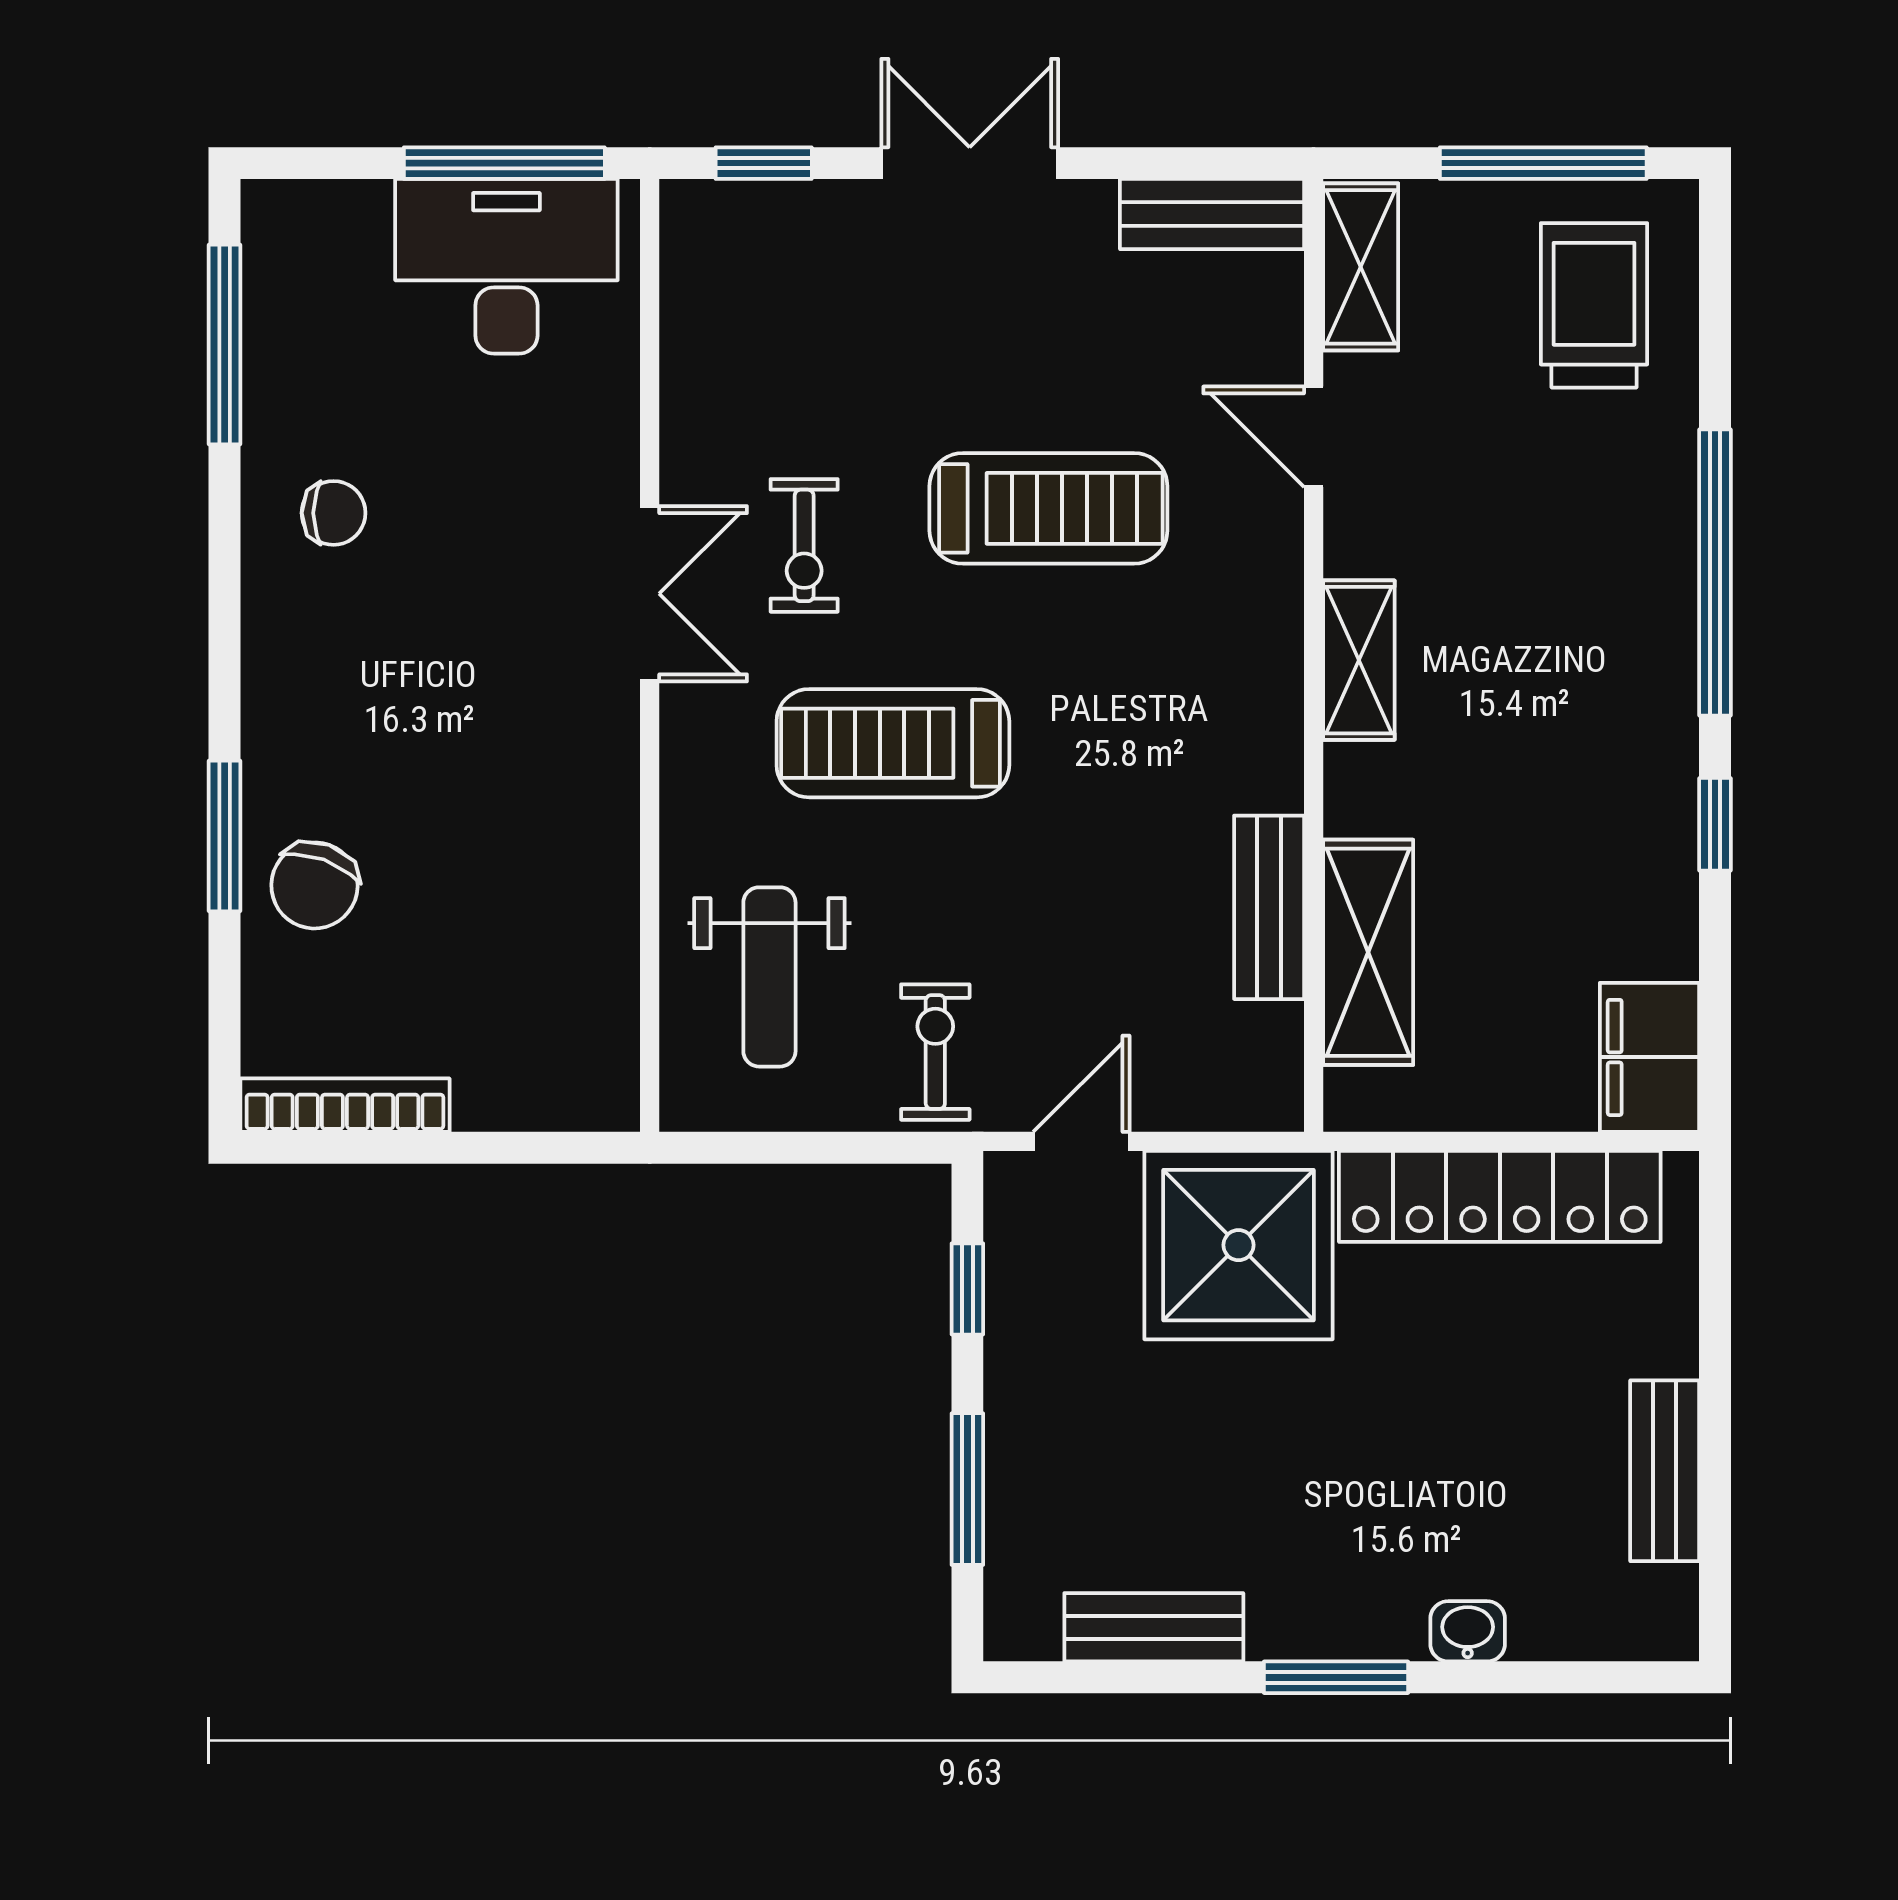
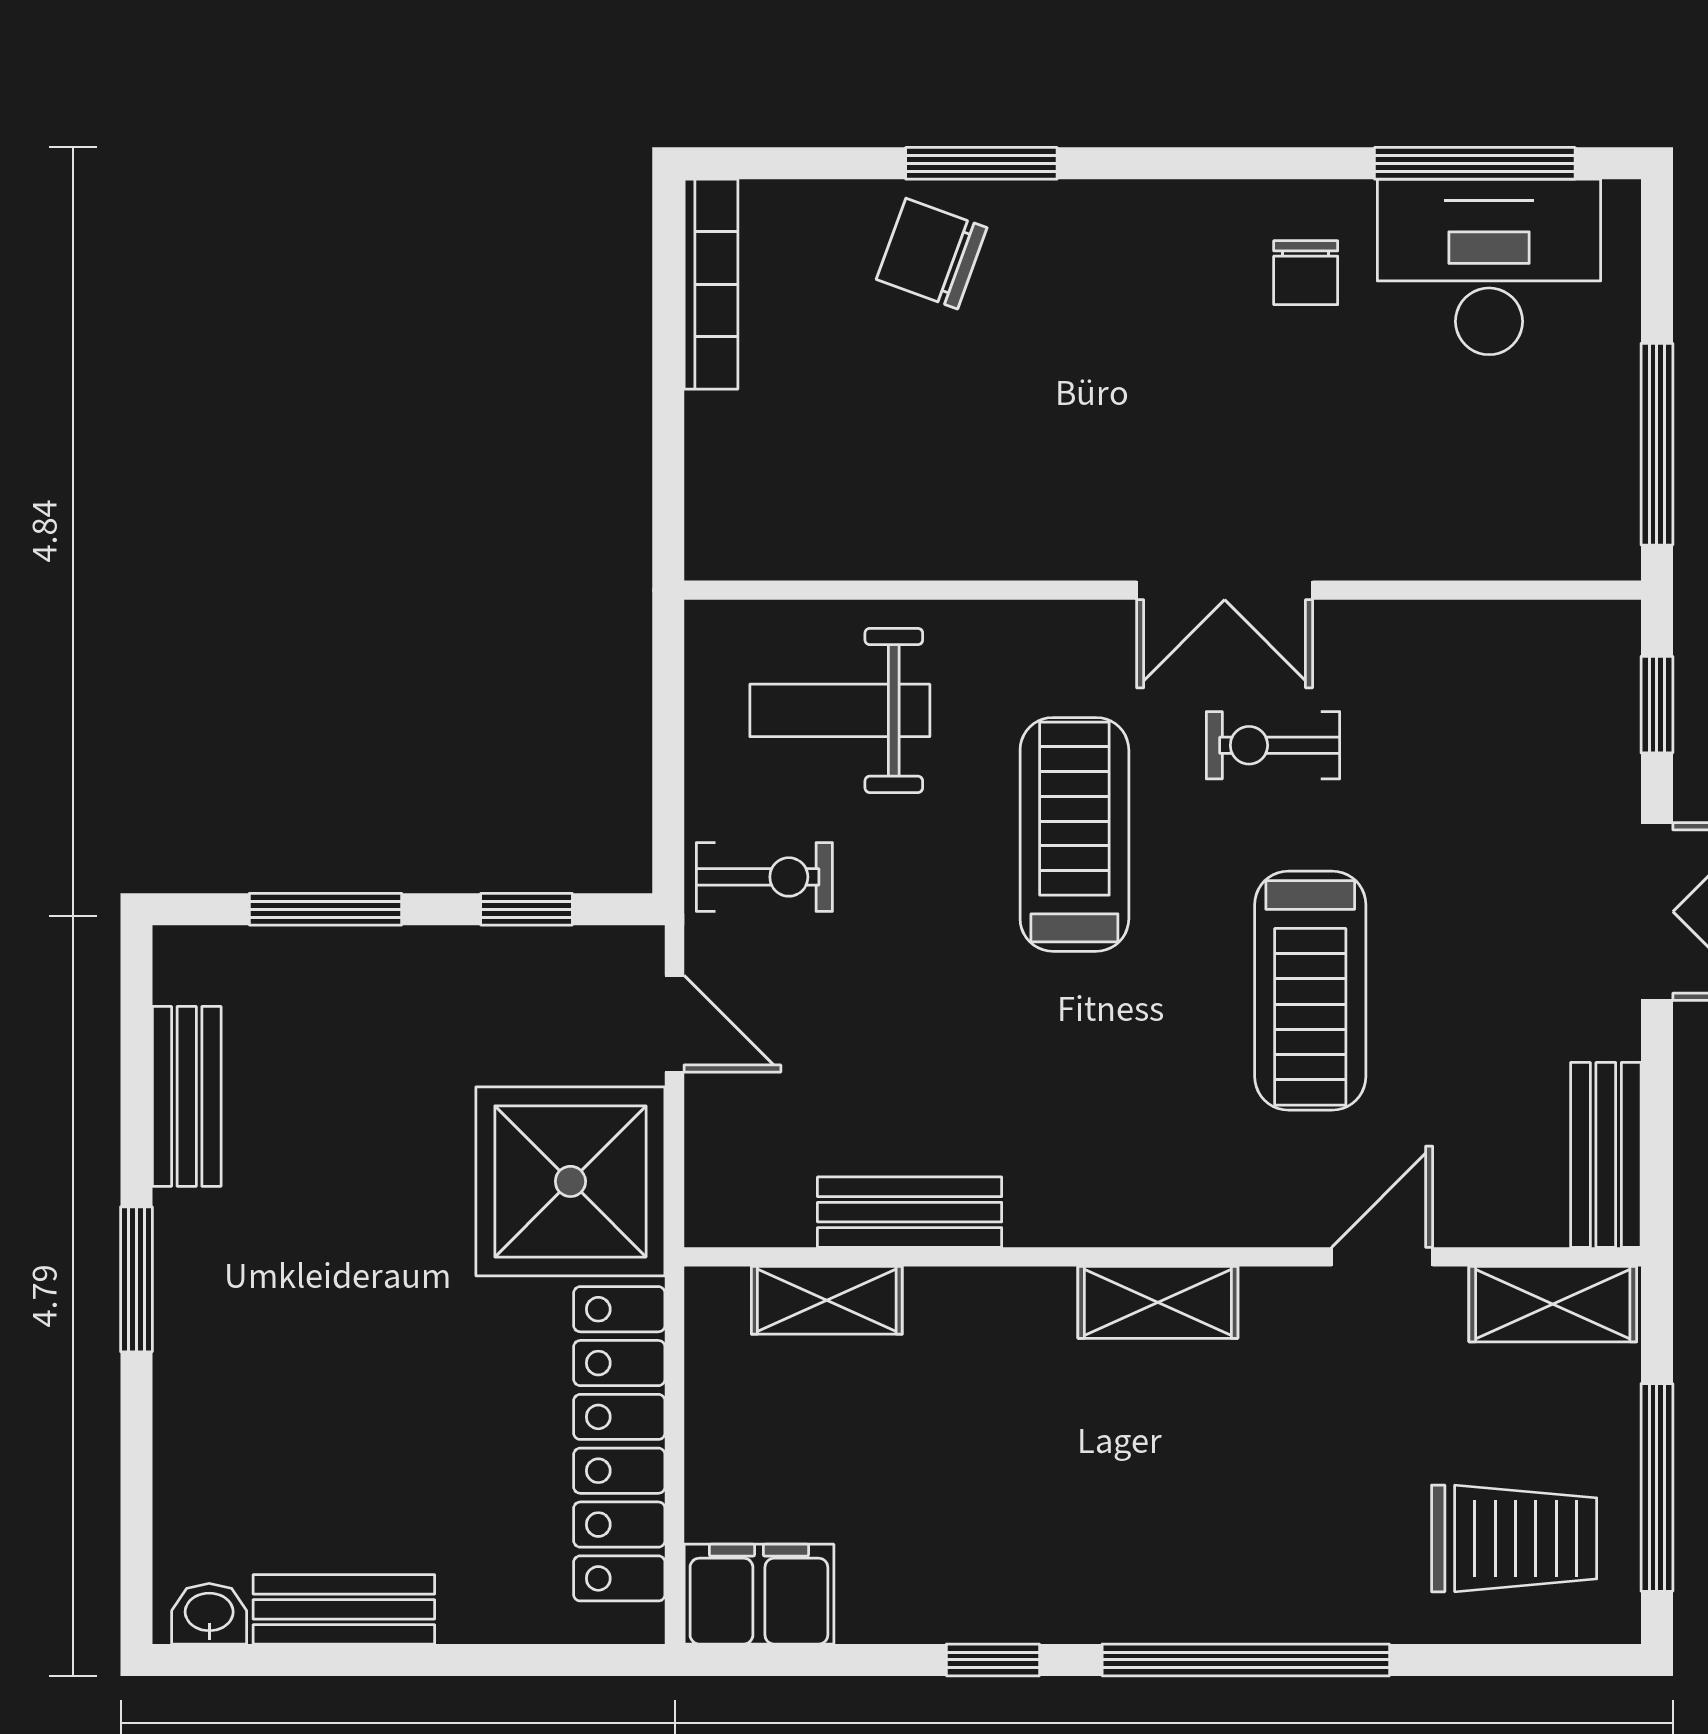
desk: (506, 266) -> (1489, 267), moved, turned -90
shelving: (1368, 952) -> (827, 1300), width x0.67, depth x0.75
washbasin: (1468, 1631) -> (209, 1614), moved, turned -90

